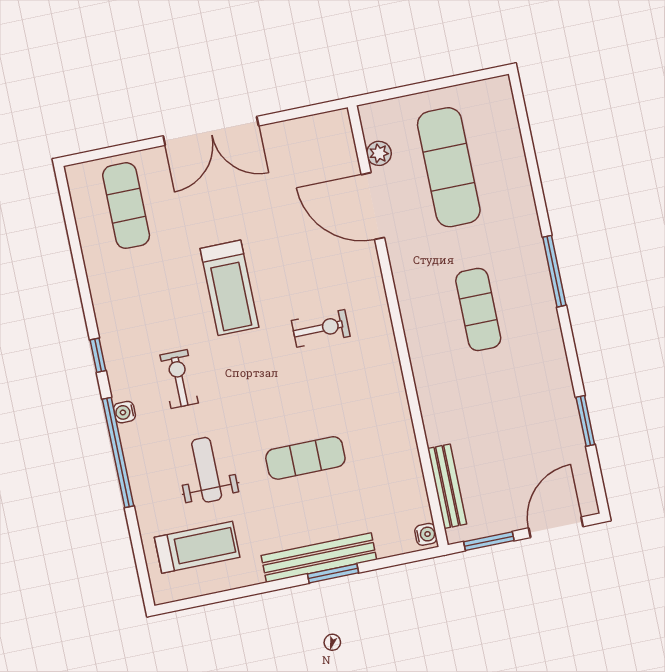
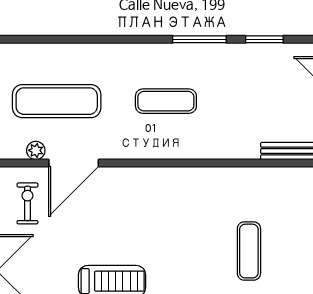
window: (554, 271) -> (199, 39), moved
exercise bike: (321, 328) -> (27, 203), moved

